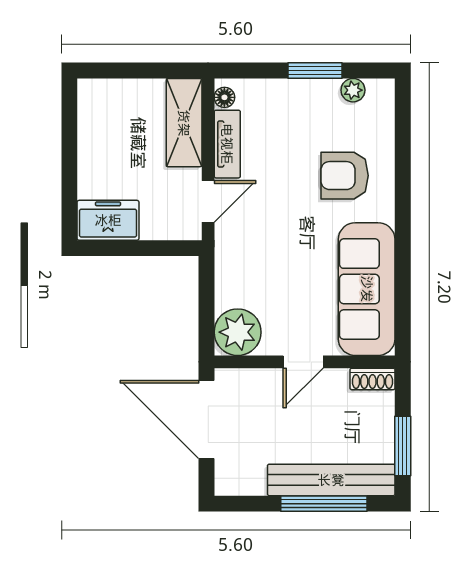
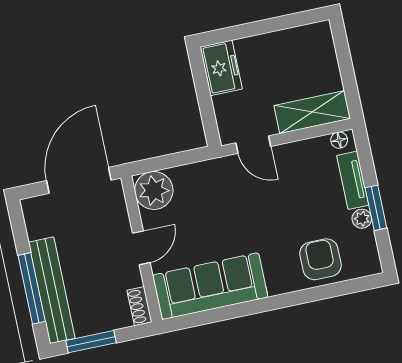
plant: (353, 90) -> (362, 219), moved
tv unit: (227, 144) -> (353, 180), moved, turned 90
armchair: (345, 176) -> (320, 259), moved
door: (303, 362) -> (141, 248), swing flipped

